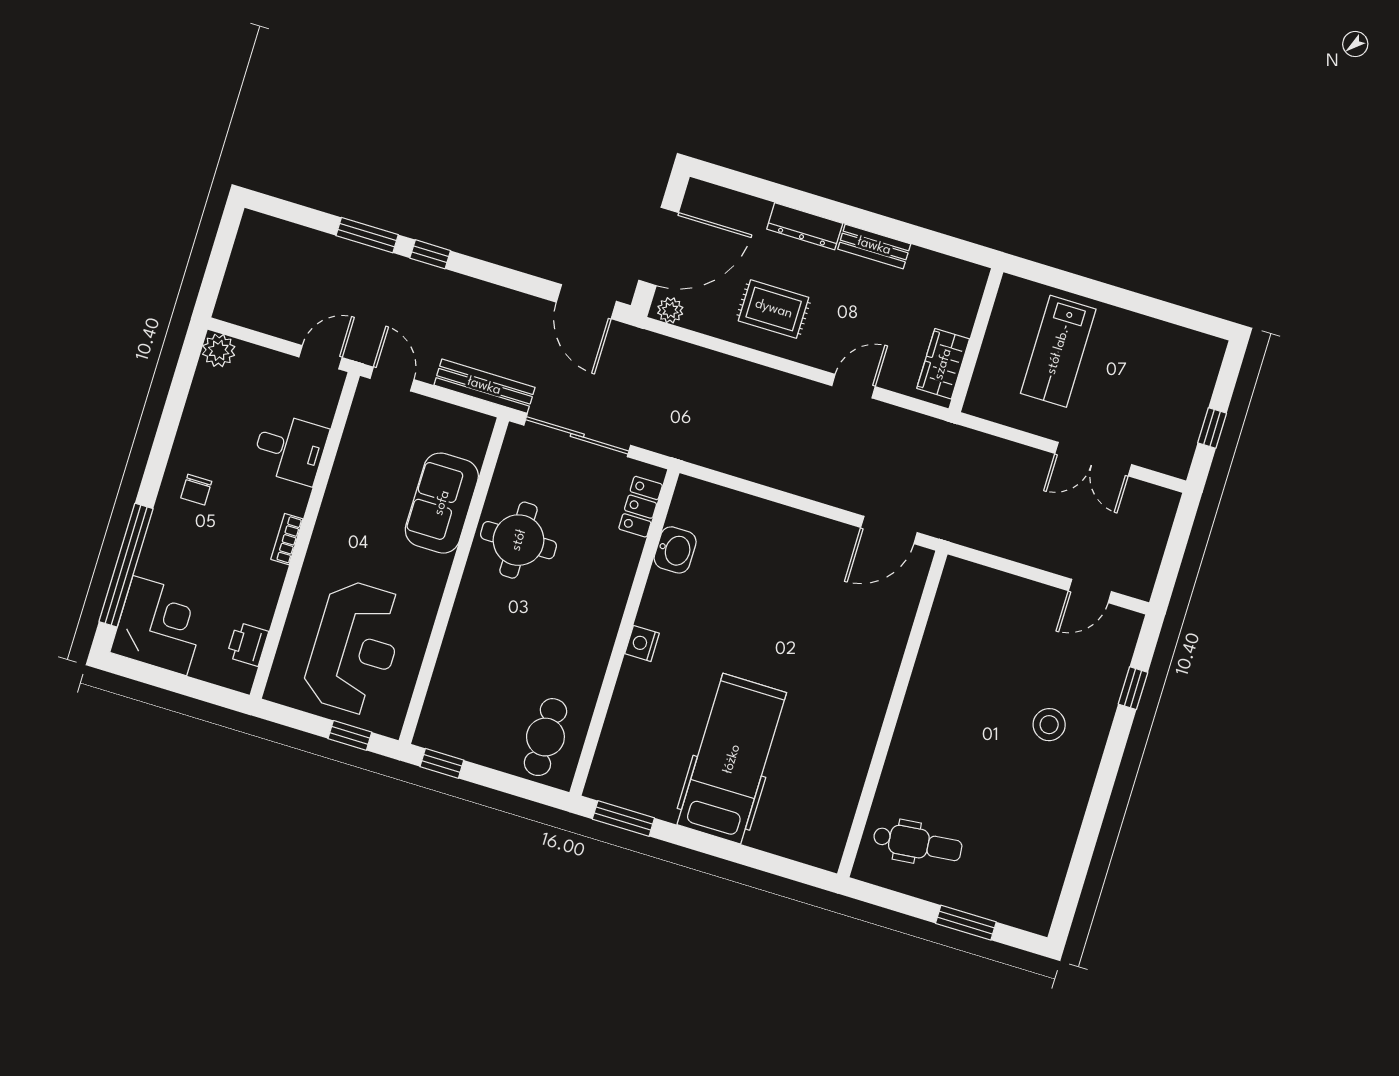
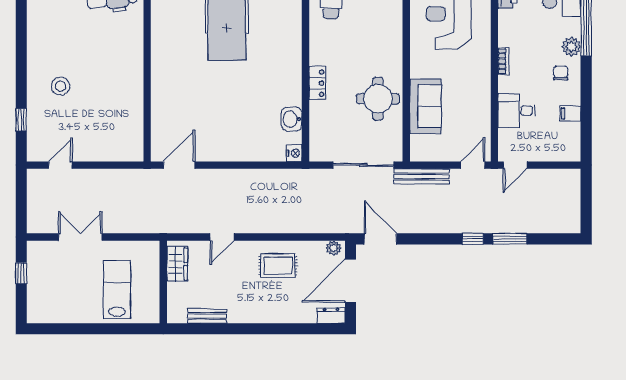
dresser: (805, 226) -> (331, 316), moved, width x0.70
bench: (874, 246) -> (207, 316), moved
plant: (219, 350) -> (571, 47), moved
door: (392, 379) -> (473, 165), swing flipped
filing cabinet: (201, 416) -> (570, 113), added
locker: (641, 507) -> (317, 83), moved
nightstand: (642, 643) -> (294, 153), moved

